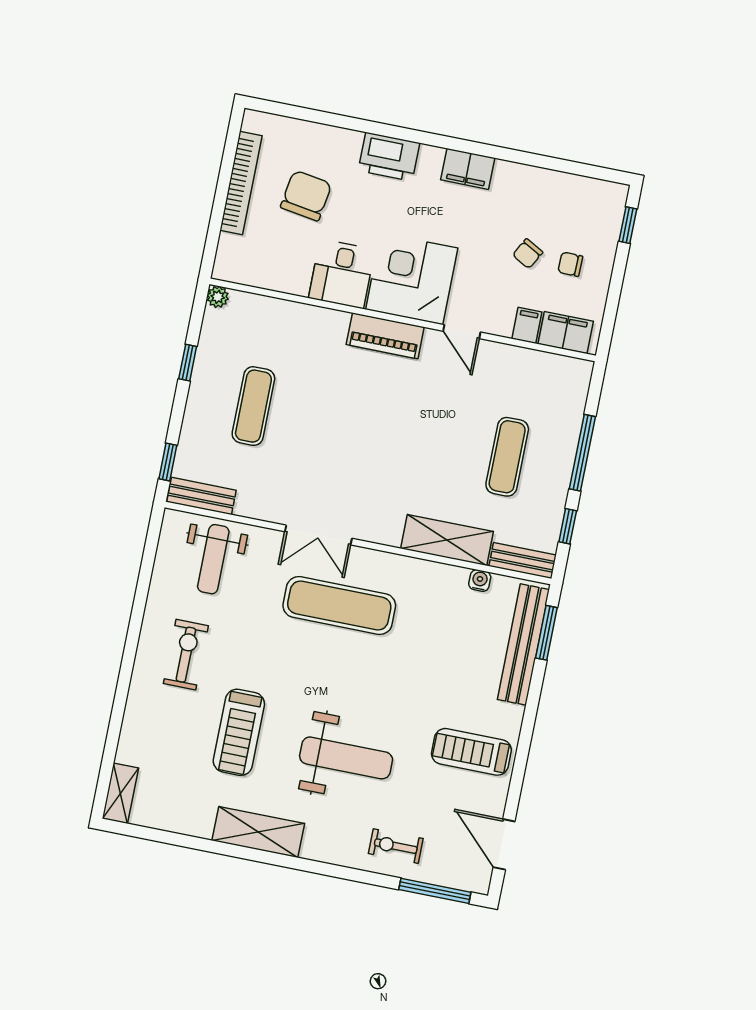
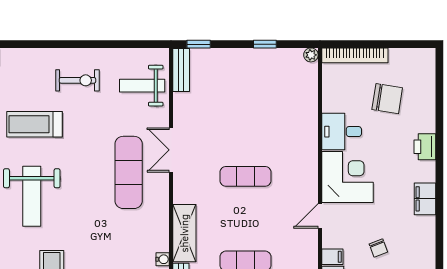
printer: (389, 157) -> (425, 147), width x0.73, depth x0.84
bookcase: (241, 183) -> (355, 55), moved
chair: (528, 254) -> (378, 248), turned -140
piano: (385, 336) -> (307, 167), removed
exercise mat: (253, 406) -> (246, 176), moved

